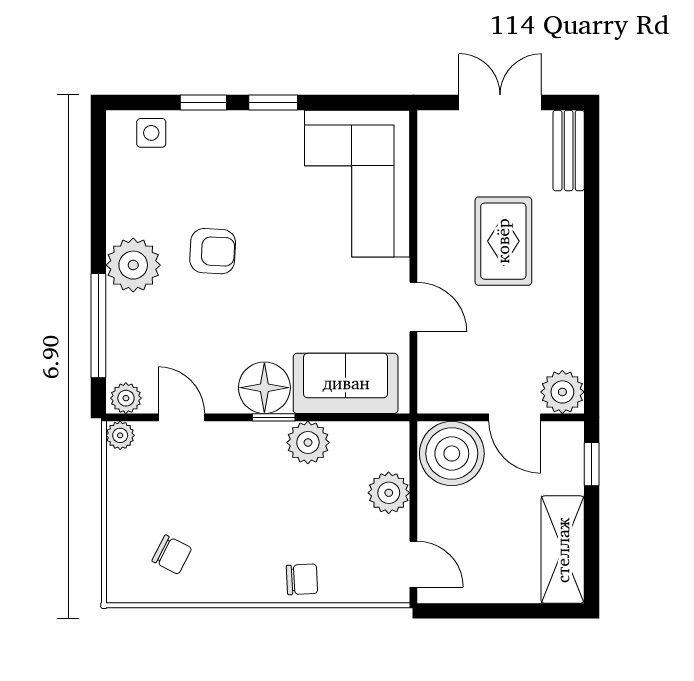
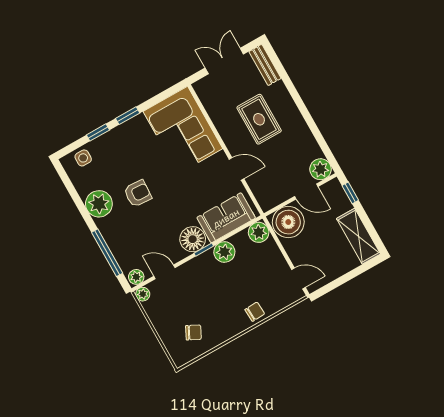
plant: (133, 265) -> (99, 204), moved
plant: (389, 493) -> (259, 232), moved

